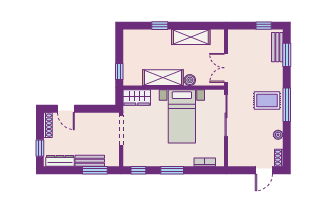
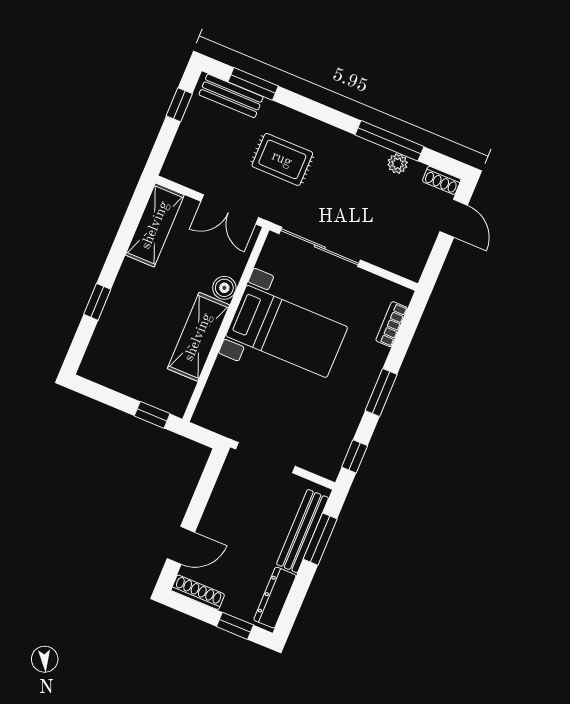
shelving: (191, 37) -> (155, 225), moved
wardrobe: (137, 97) -> (215, 402), removed
rug: (267, 100) -> (282, 159), moved, turned 90
window: (287, 105) -> (389, 141), moved
bench: (90, 161) -> (303, 531), width x1.36

